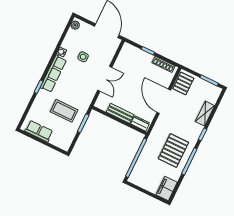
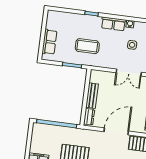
row of seats: (53, 74) -> (113, 24), width x0.68
double door: (105, 79) -> (129, 73), moved
coffee table: (64, 111) -> (87, 46), moved, turned 90
row of seats: (39, 131) -> (49, 42), moved

